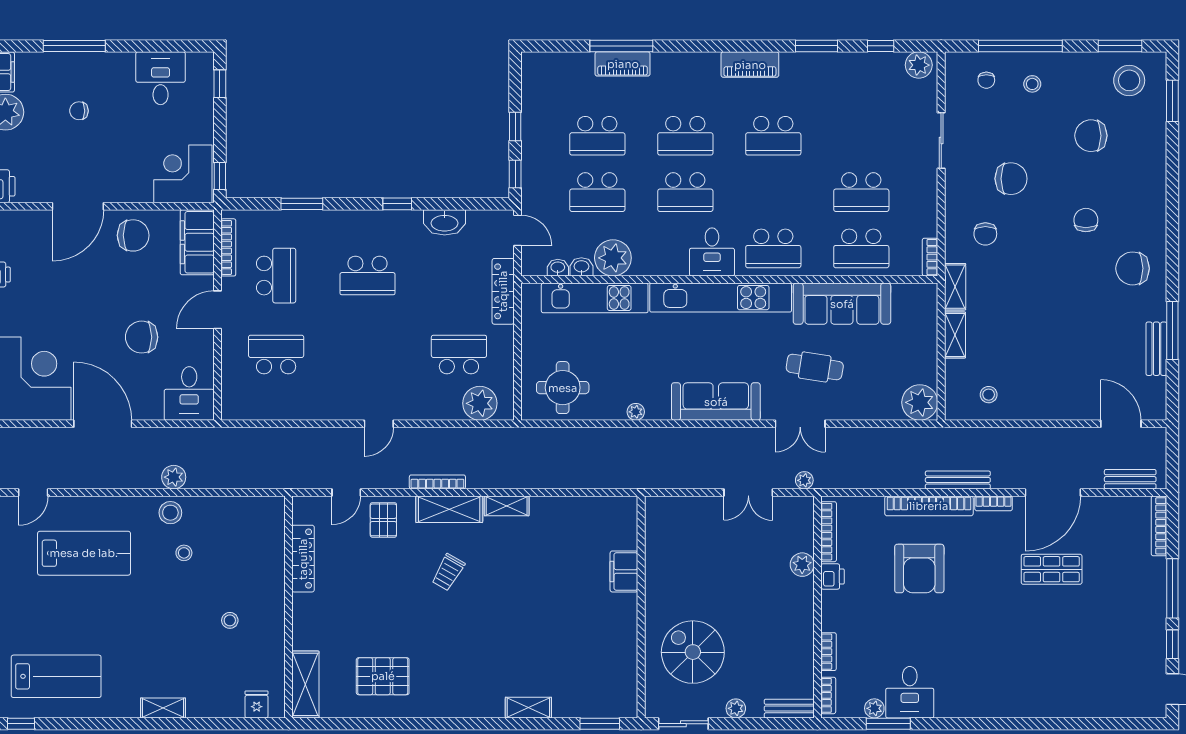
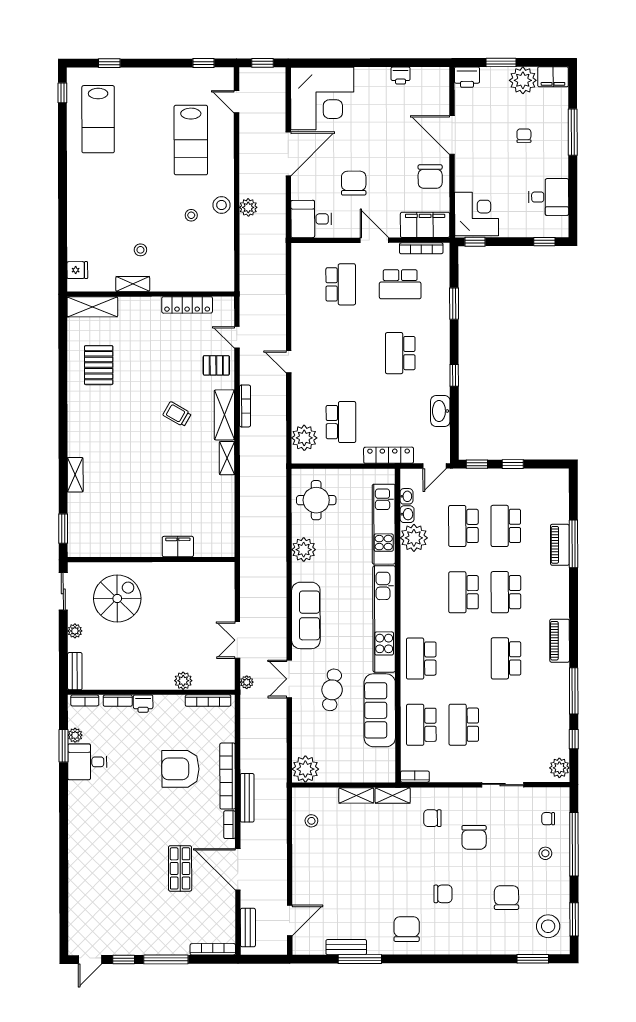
window: (817, 46) -> (574, 691), width x1.44
desk: (712, 252) -> (418, 612), removed
plant: (636, 412) -> (304, 550), width x1.88, depth x1.88
printer: (833, 576) -> (143, 704), moved
shelving: (163, 708) -> (133, 284), moved, turned 90

